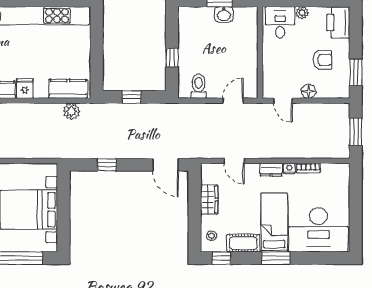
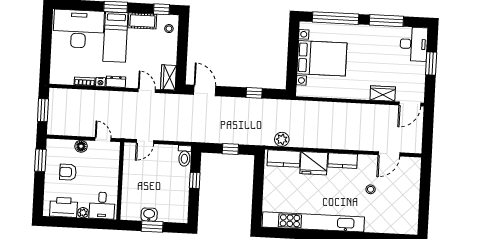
printer: (338, 22) -> (64, 207), moved, turned -90
toilet: (199, 86) -> (185, 156), moved
fridge: (25, 89) -> (314, 163), width x1.88, depth x1.34
wardrobe: (209, 199) -> (169, 77), moved

